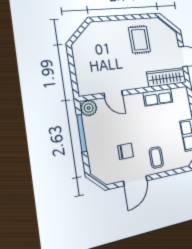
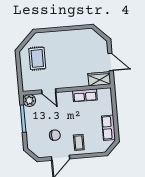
rug: (139, 40) -> (37, 58), moved
wardrobe: (167, 77) -> (99, 79), width x0.67

